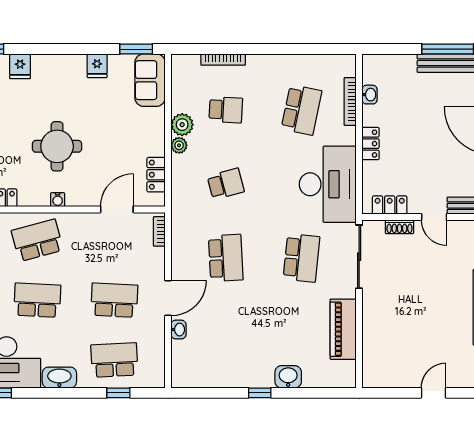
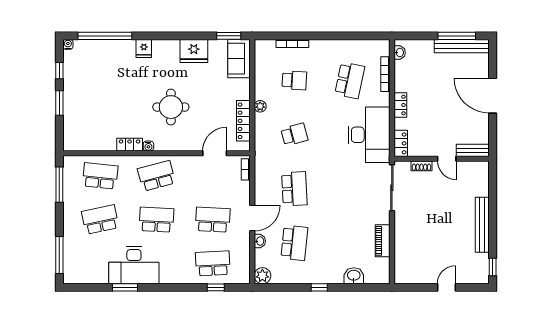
fridge: (97, 66) -> (194, 51), width x1.88, depth x1.34
washbasin: (370, 95) -> (400, 53), moved
plant: (182, 125) -> (262, 276), moved
locker: (156, 175) -> (243, 121), width x1.53
water cooler: (58, 200) -> (148, 146), moved
locker: (390, 205) -> (401, 143), moved, turned 90
school desk: (301, 258) -> (294, 243), moved
piano: (343, 329) -> (383, 241), width x0.73, depth x0.75
washbasin: (288, 377) -> (354, 276), moved
washbasin: (59, 378) -> (173, 276), removed

